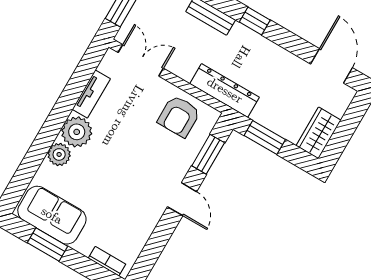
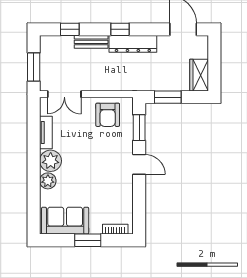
double door: (141, 60) -> (64, 94), swing flipped
dresser: (225, 90) -> (133, 44), moved, turned 180
window: (48, 245) -> (88, 240), moved

